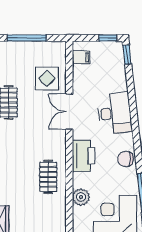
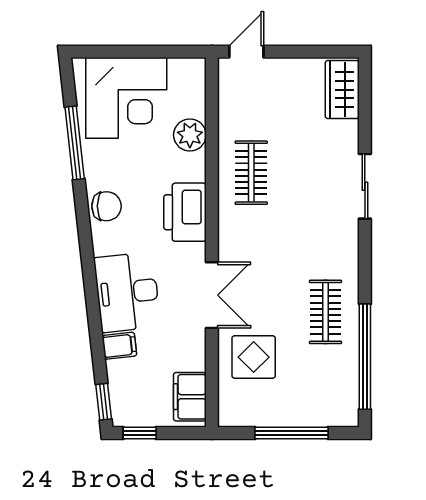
filing cabinet: (81, 57) -> (190, 397), width x2.00
filing cabinet: (119, 85) -> (119, 346), added

